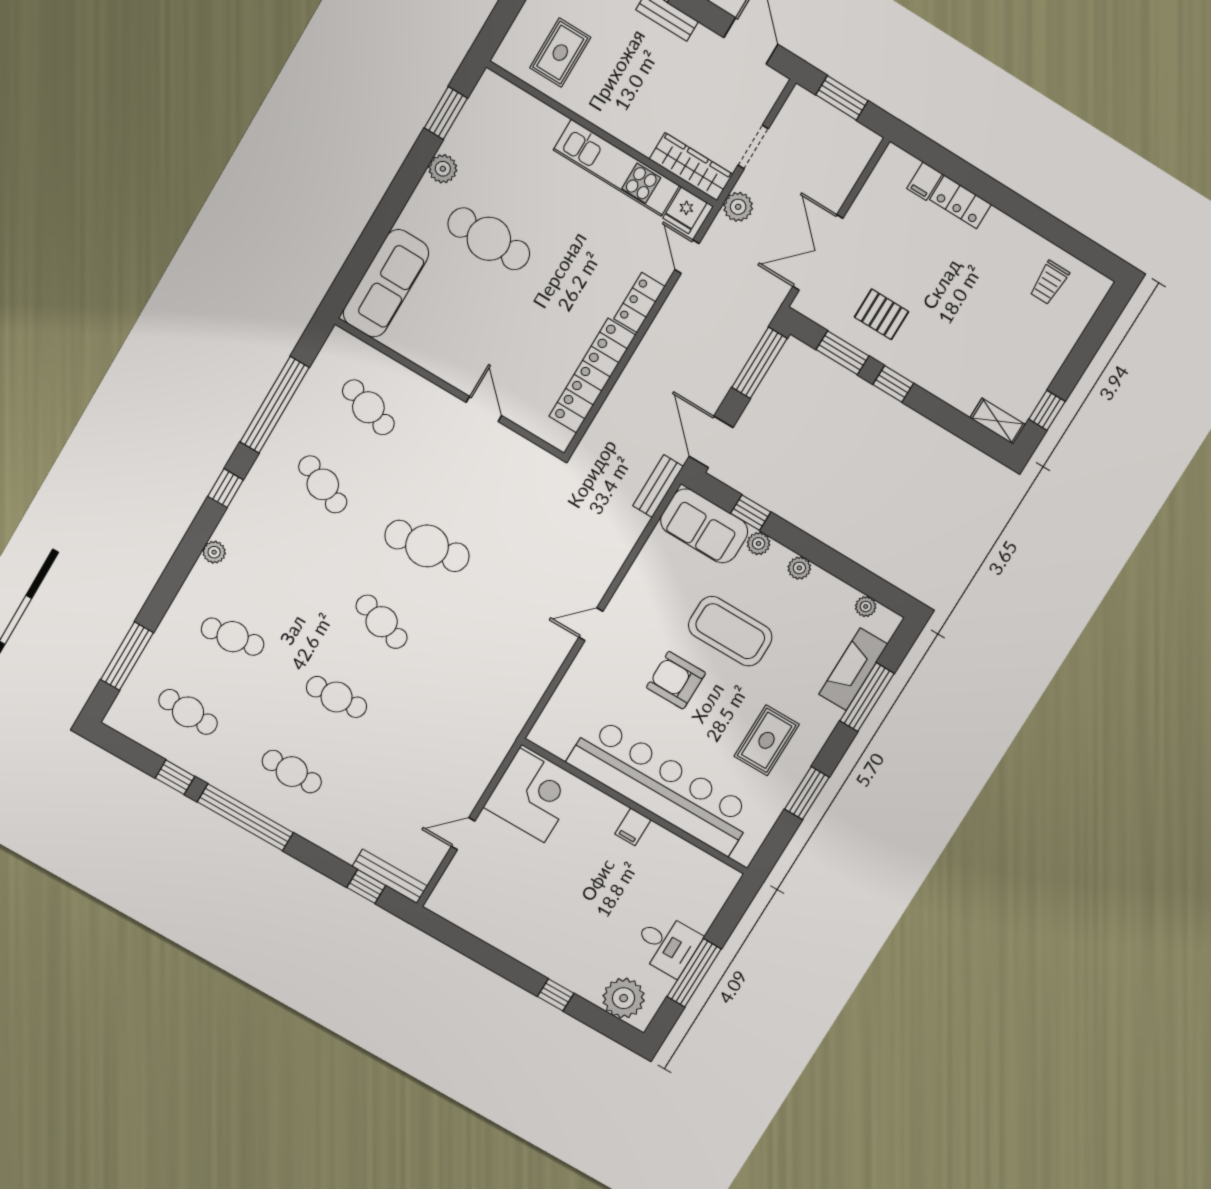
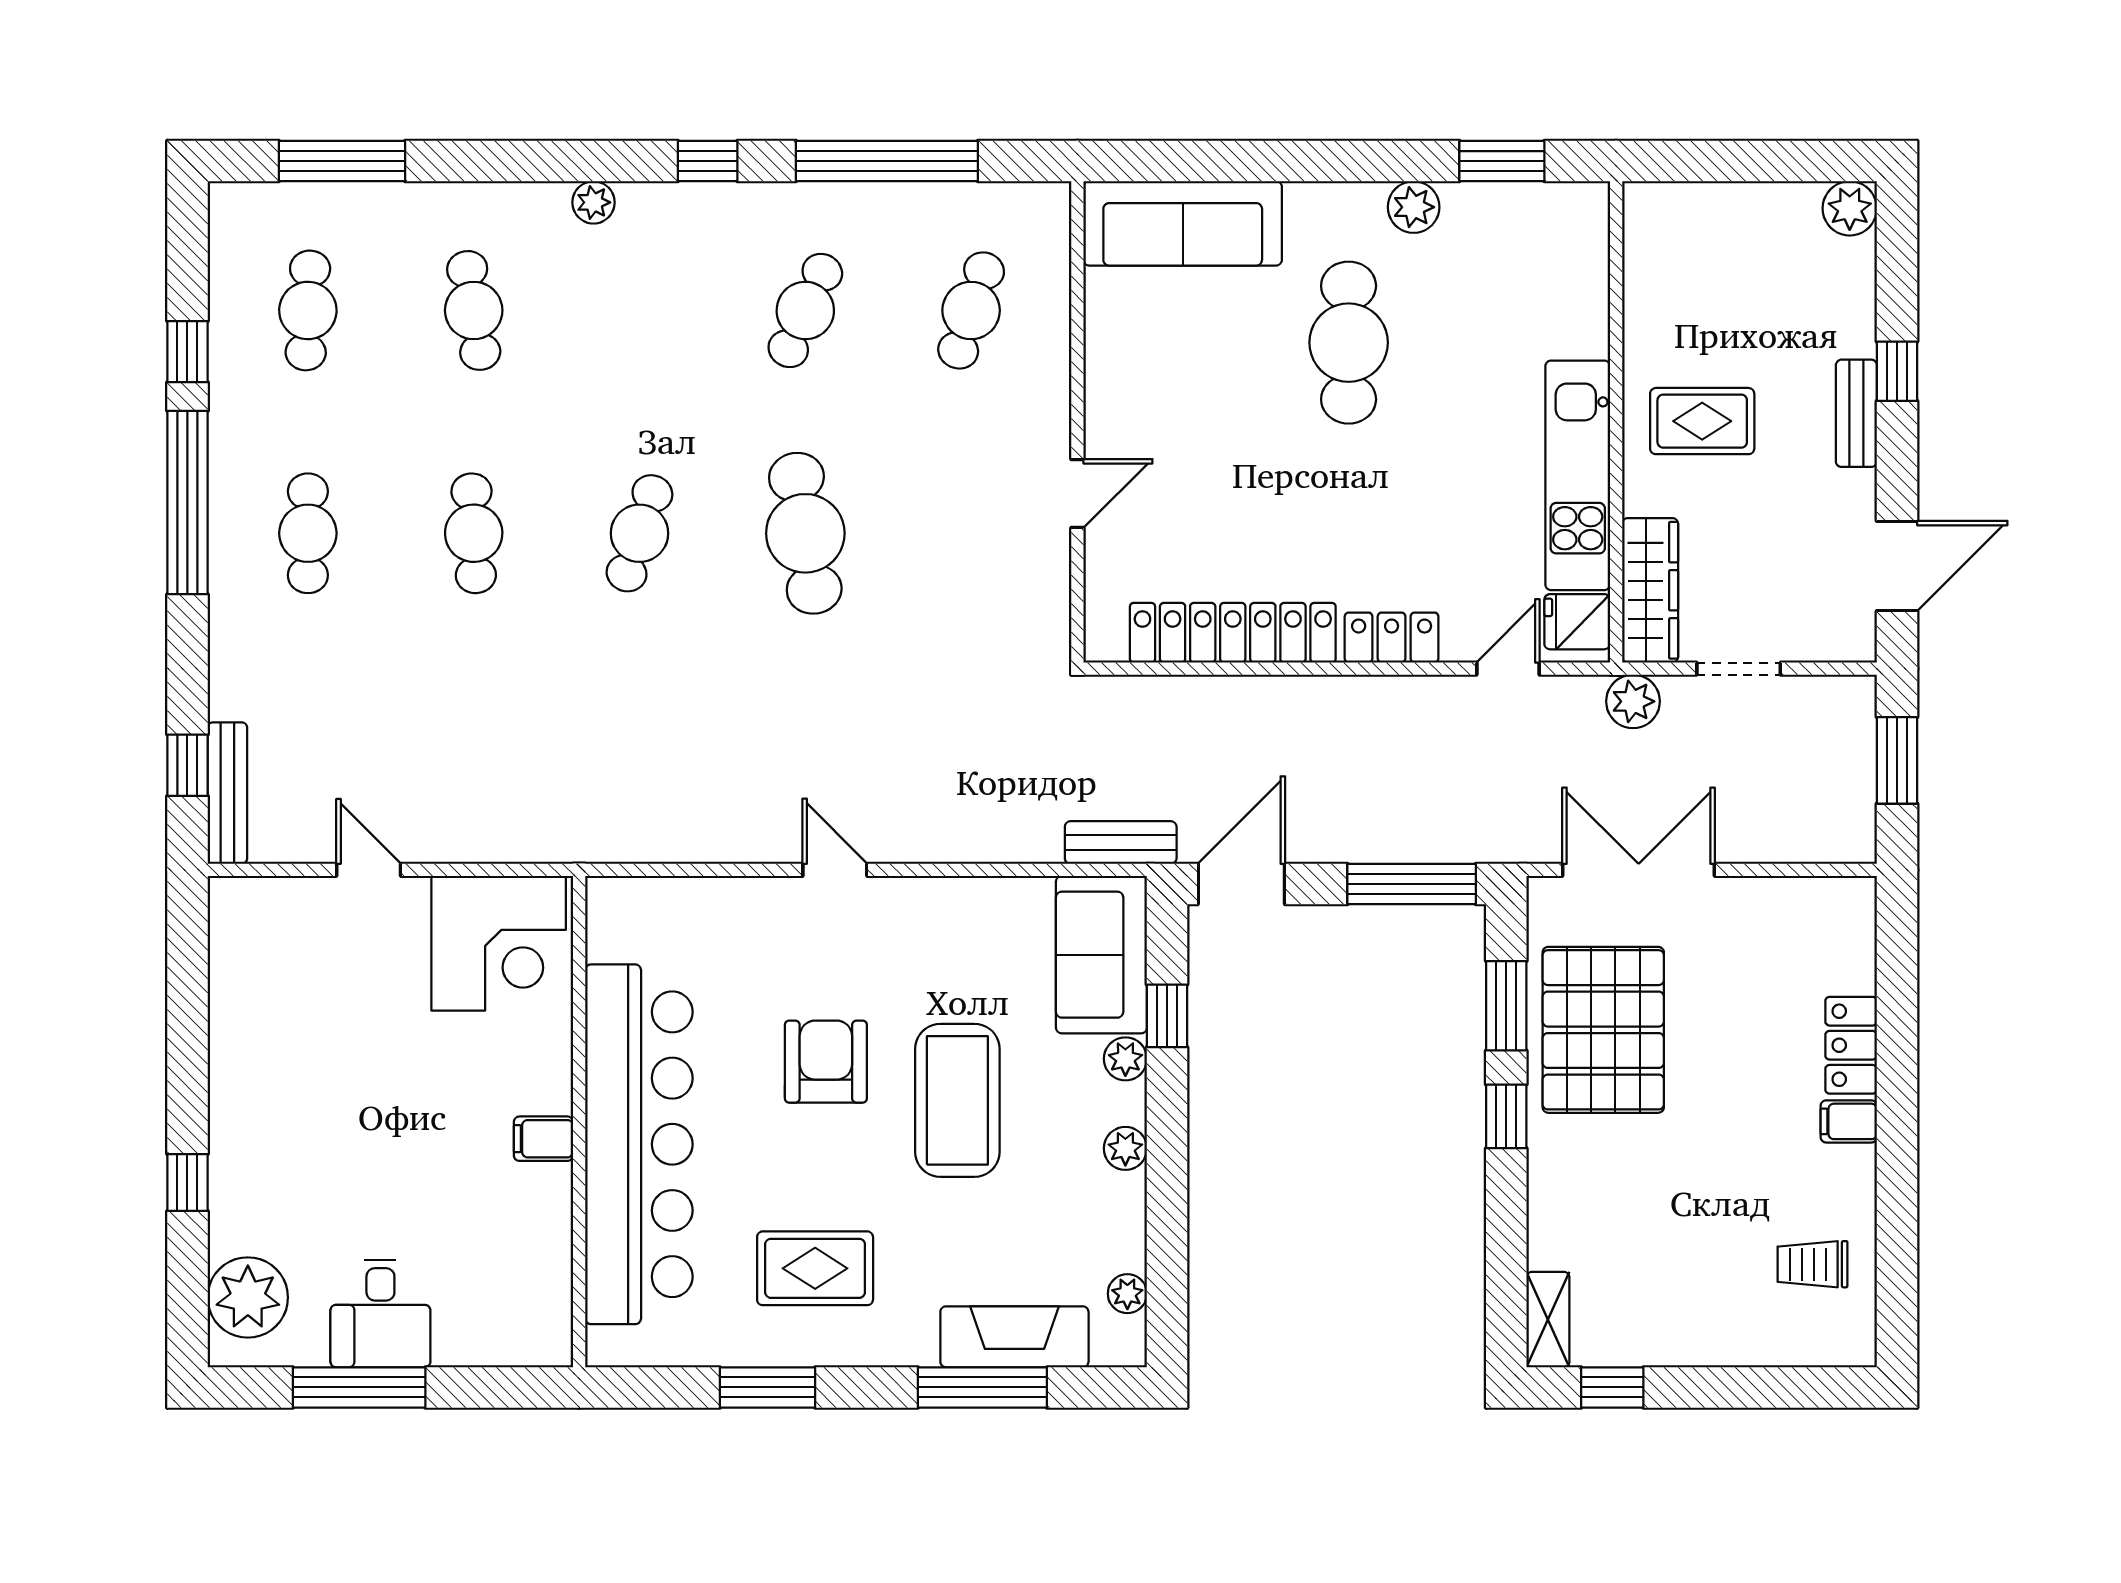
rug: (560, 53) -> (1702, 421), moved
filing cabinet: (925, 181) -> (1849, 1121), moved
pallet: (881, 314) -> (1603, 1030), width x2.05, depth x2.00

